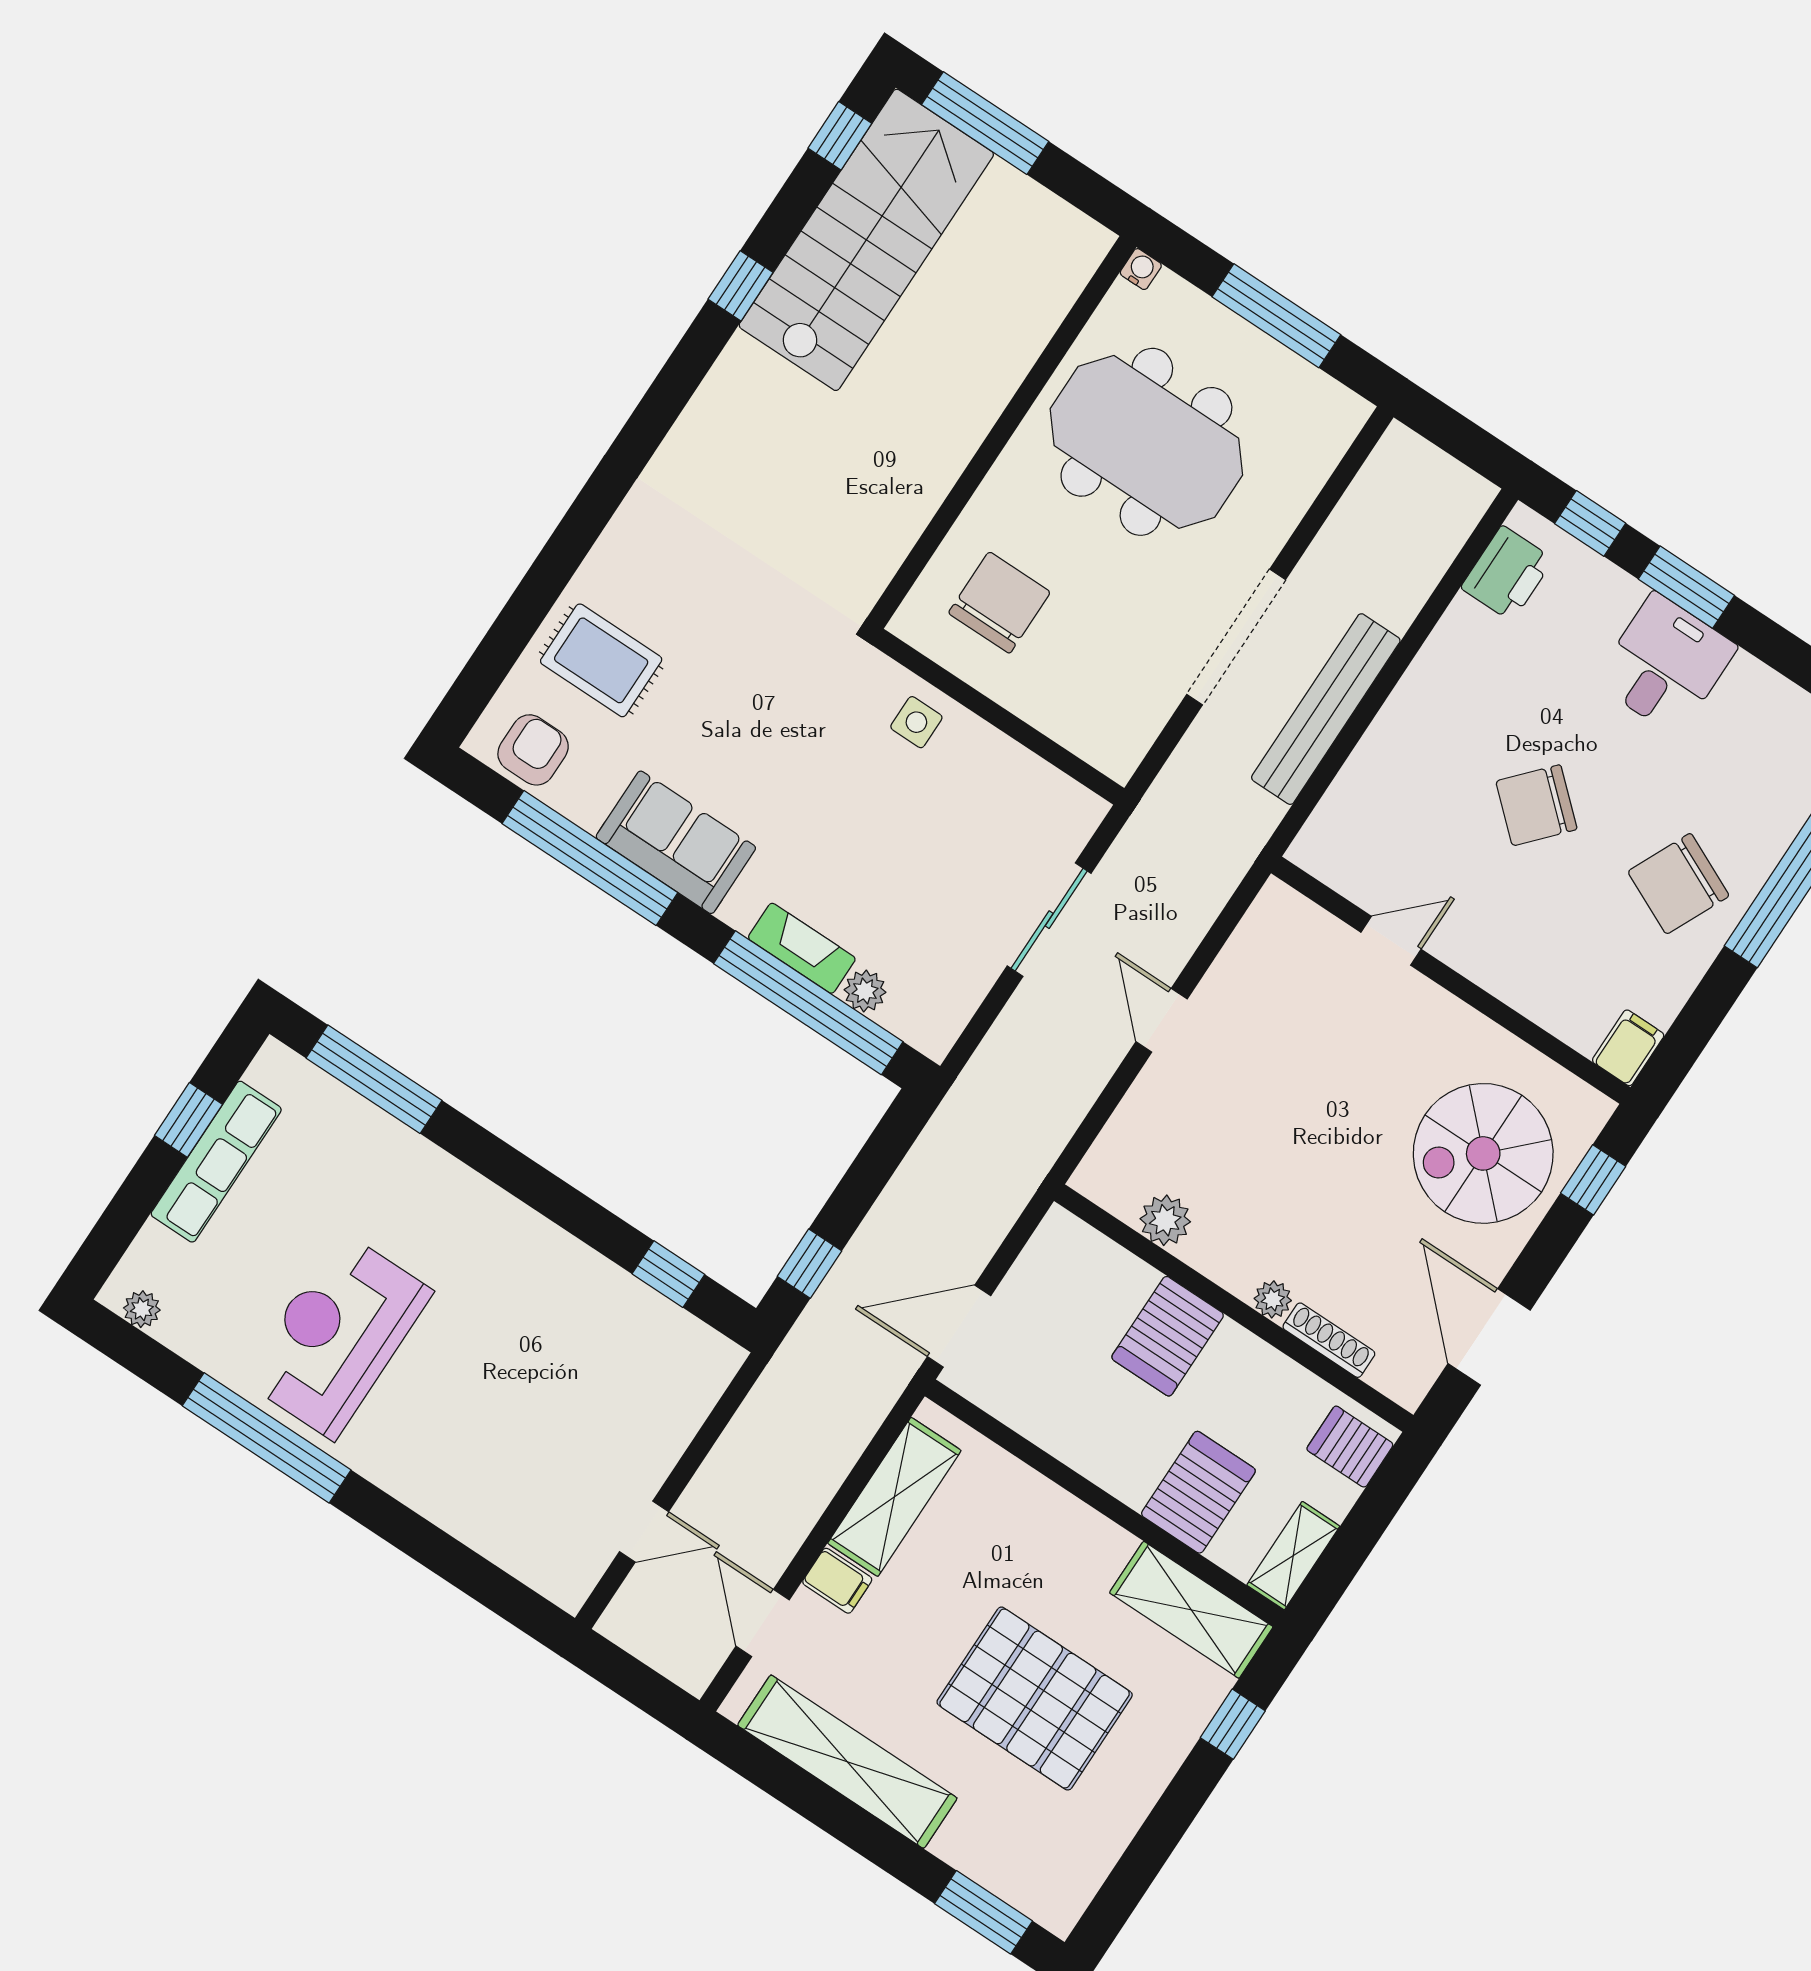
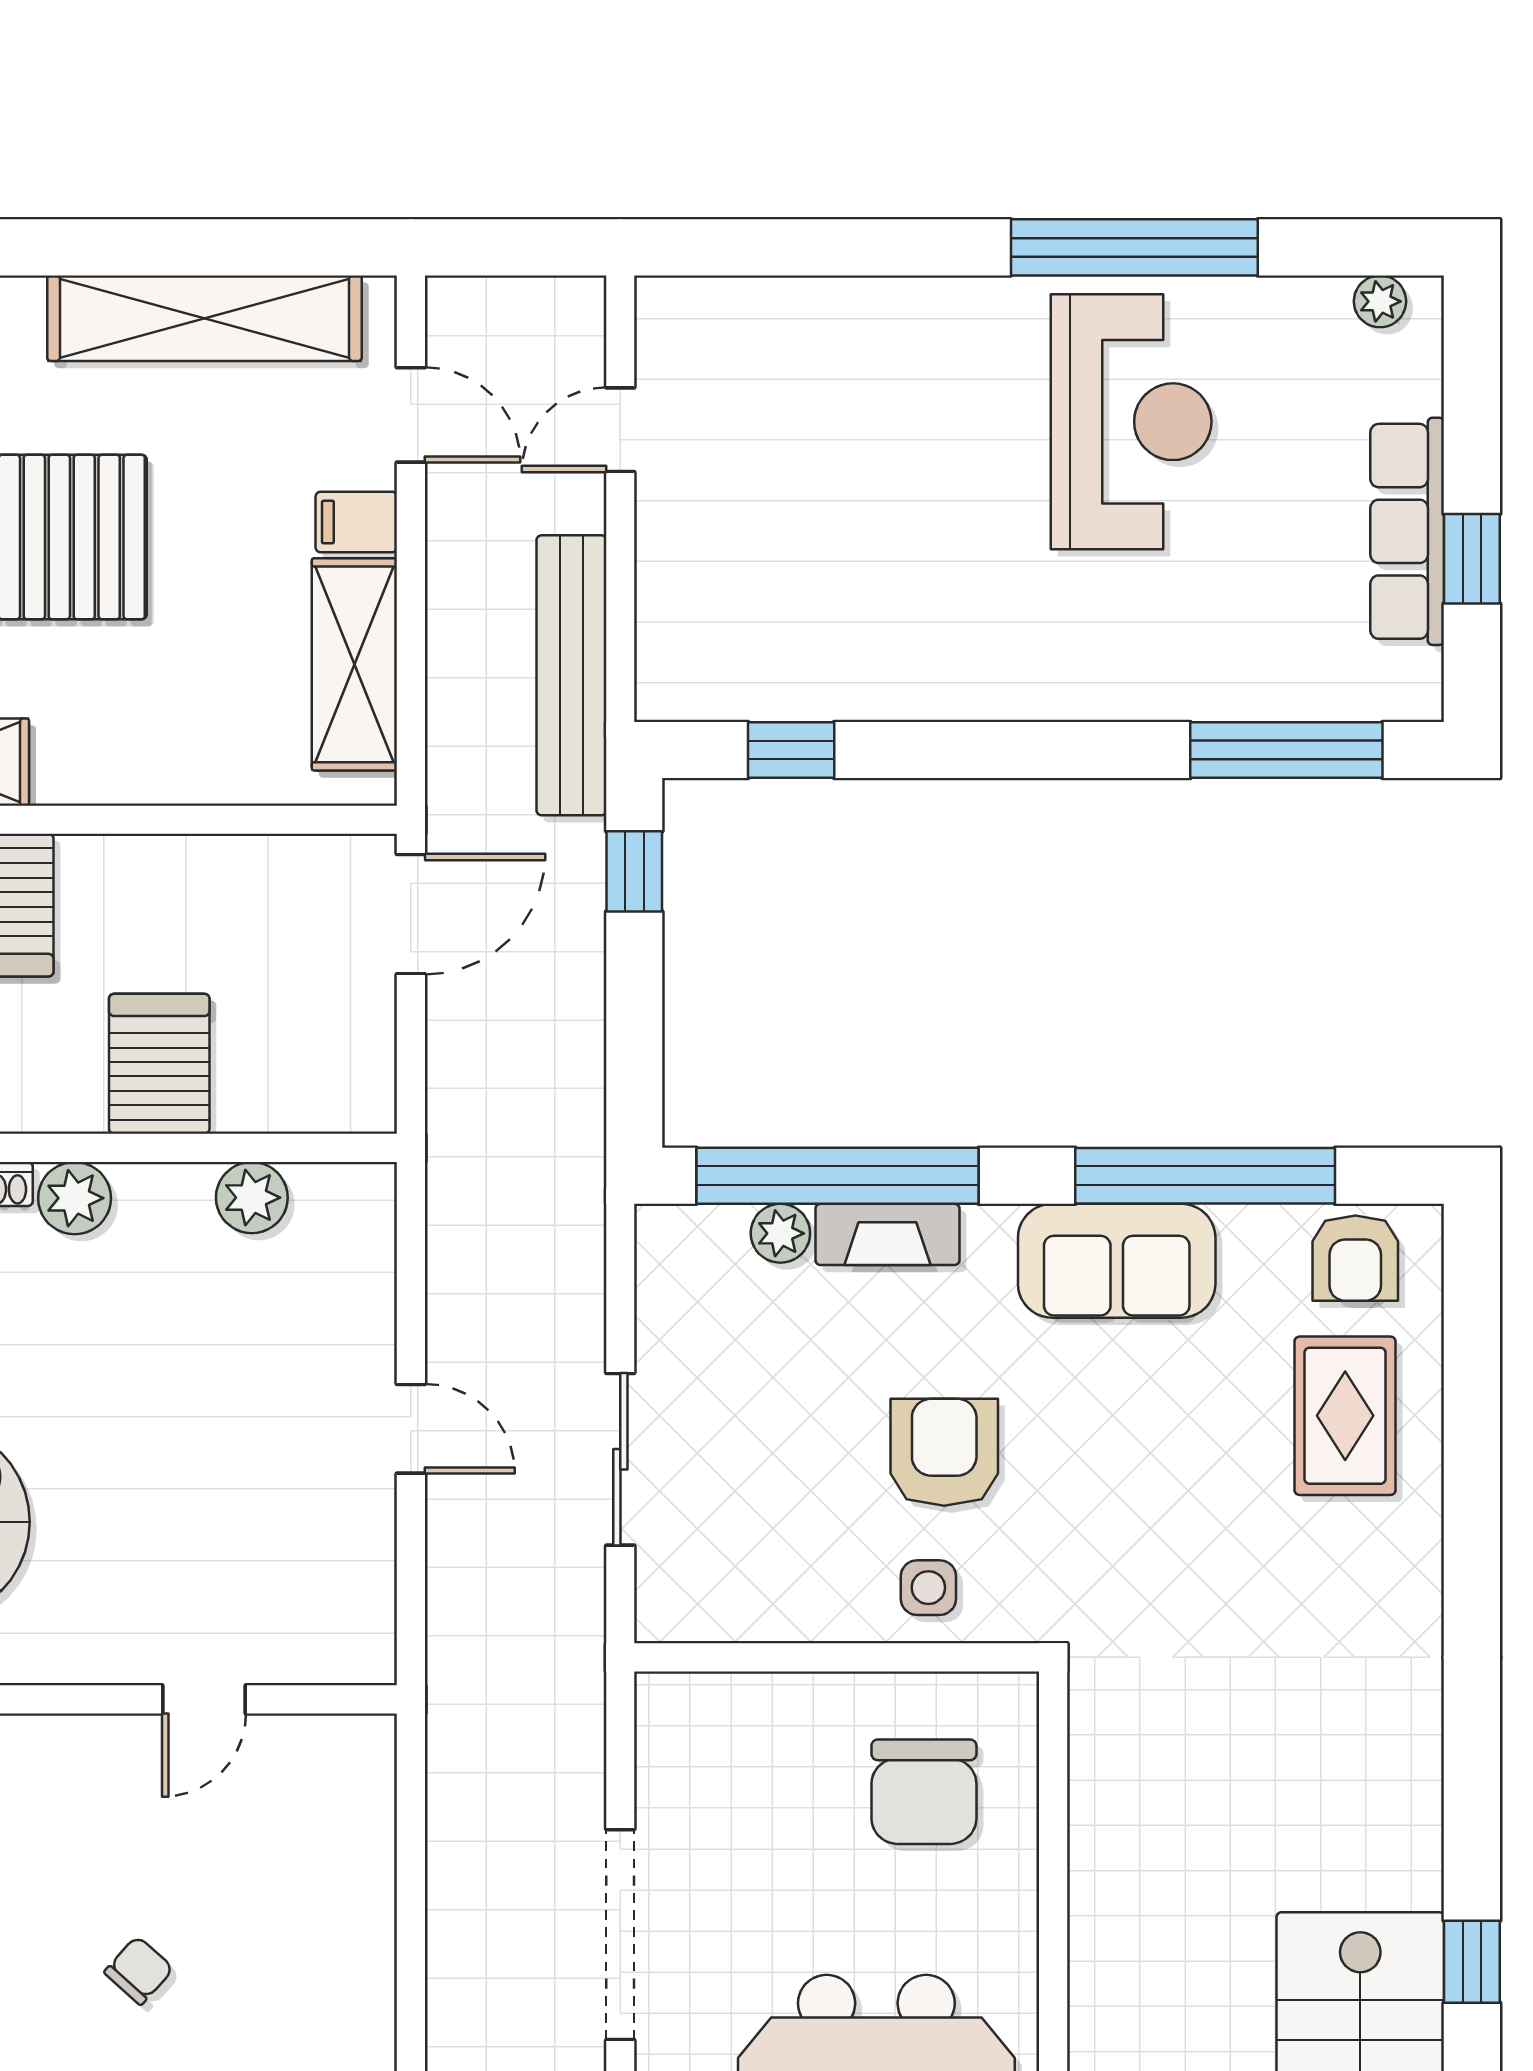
rug: (601, 660) -> (1345, 1416), turned 90
bench: (1326, 709) -> (571, 675), moved
armchair: (854, 796) -> (944, 1452), added
chair: (1536, 805) -> (139, 1970), width x0.54, depth x0.54
plant: (1273, 1299) -> (75, 1198), width x1.38, depth x1.38

